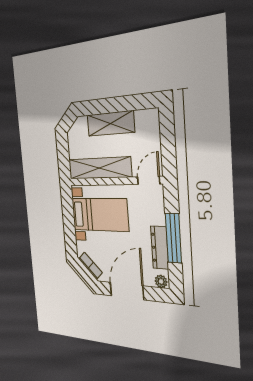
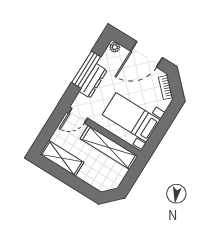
shelving: (111, 123) -> (62, 158), moved
dresser: (160, 248) -> (93, 81), moved

